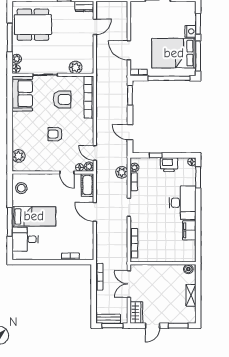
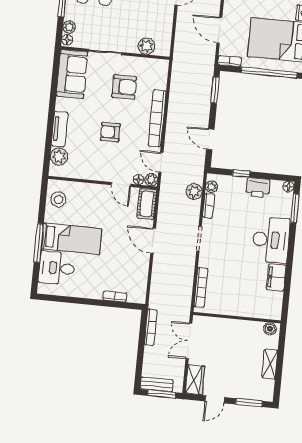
bookcase: (89, 97) -> (157, 118), moved
tv unit: (17, 136) -> (60, 129), added

